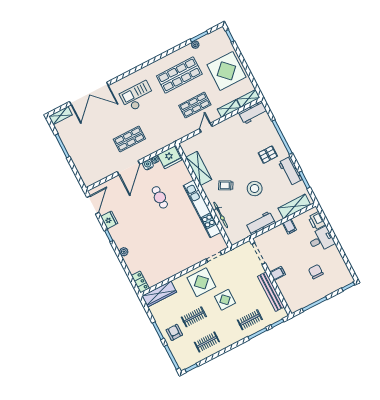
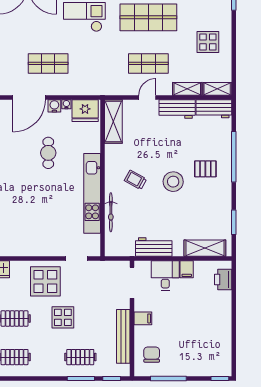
display table: (226, 71) -> (208, 42), width x0.54, depth x0.54
shelving: (199, 168) -> (113, 122), moved
workbench: (290, 171) -> (177, 109), moved, turned -90
stool: (255, 189) -> (173, 182), moved
desk: (321, 239) -> (165, 276), moved, turned -90
chair: (316, 272) -> (152, 355), moved

